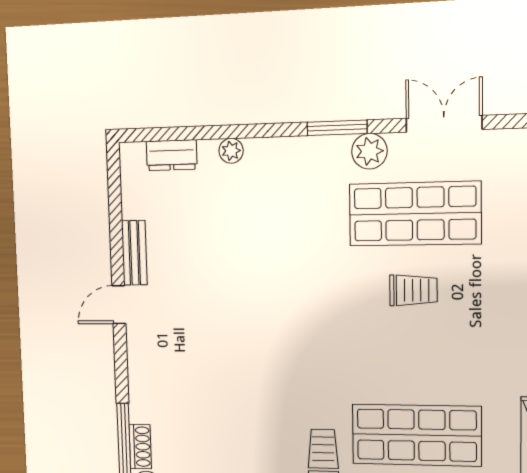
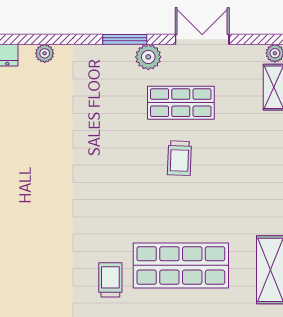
shop shelf: (415, 214) -> (181, 103), width x0.70, depth x0.74
trolley: (413, 290) -> (179, 158), turned 92

